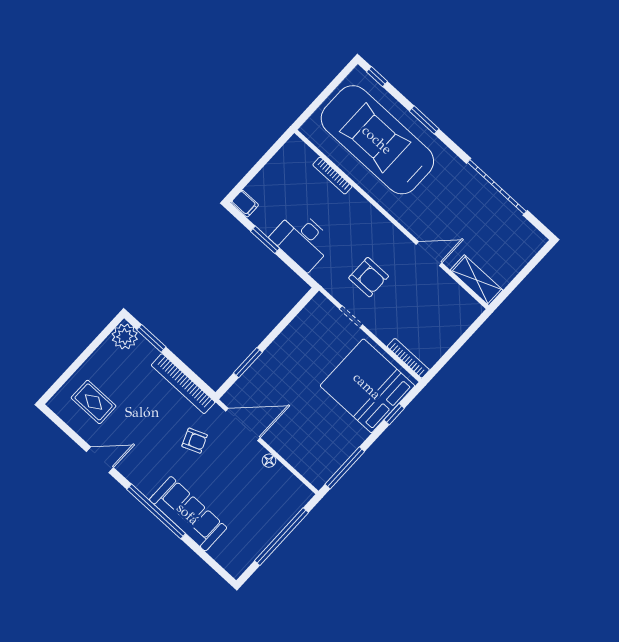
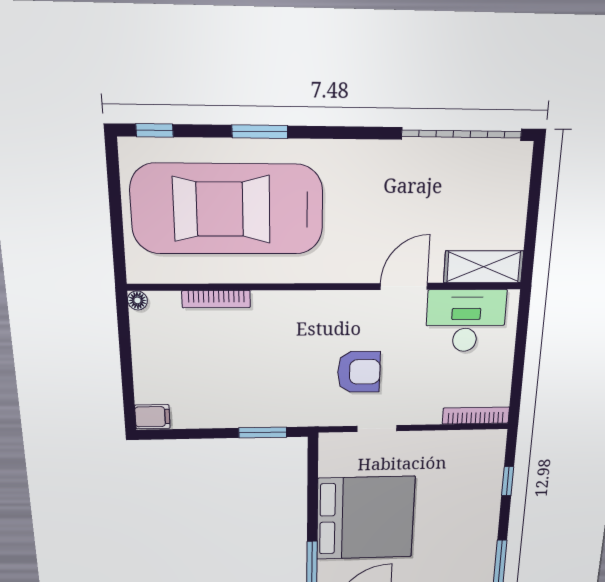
floor lamp: (295, 142) -> (137, 300), added
garage door: (497, 187) -> (462, 134), moved
window: (265, 240) -> (263, 433), moved
desk: (302, 240) -> (466, 321), moved, turned 180
bed: (367, 386) -> (365, 518), moved, turned 180

